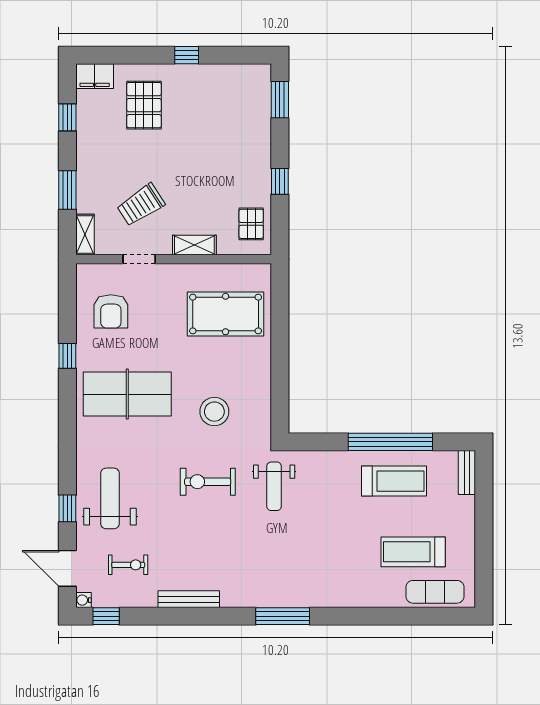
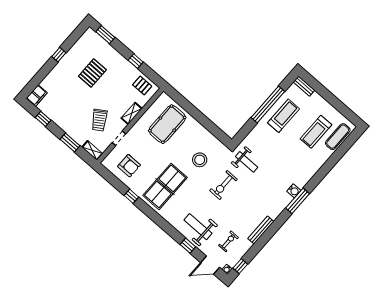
pallet: (144, 105) -> (92, 73), moved, turned 90
water cooler: (293, 597) -> (294, 191), added

